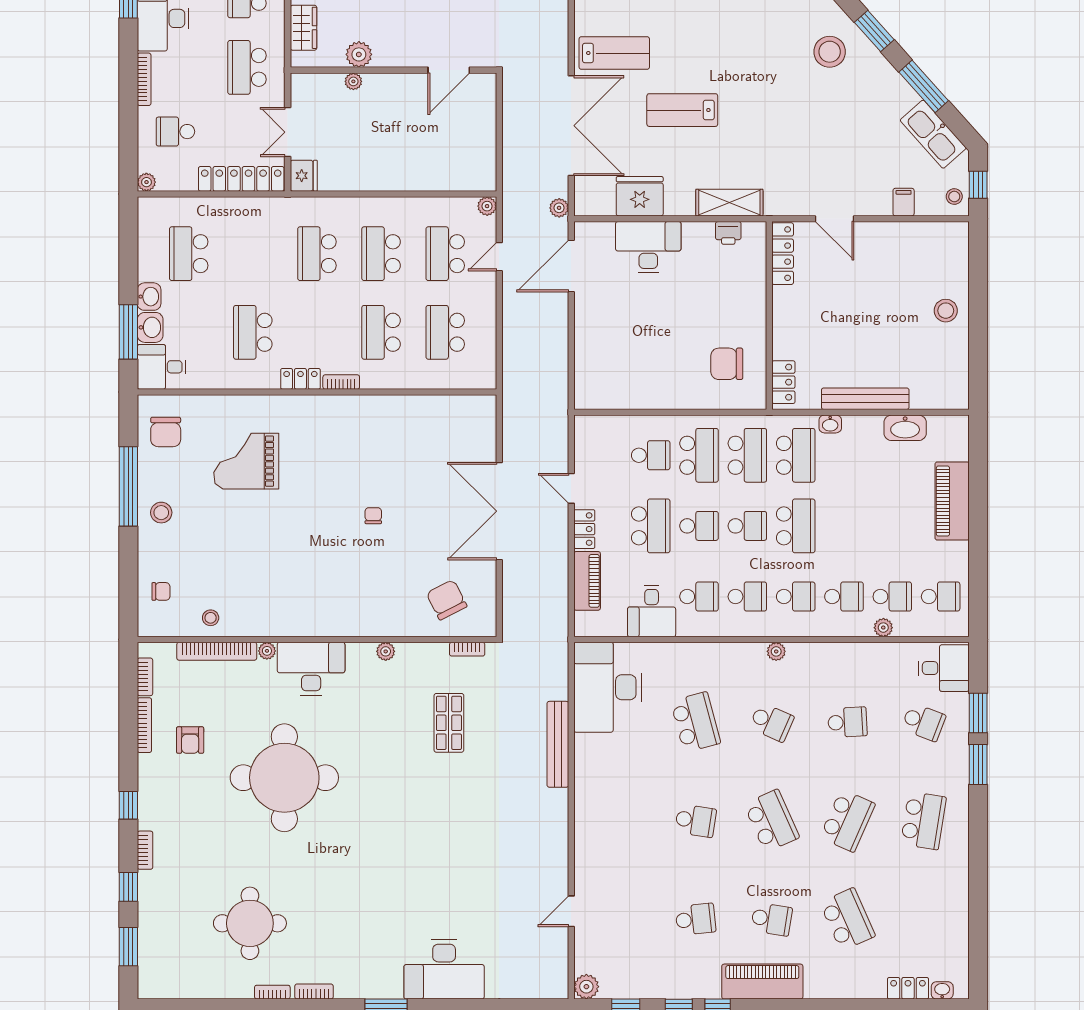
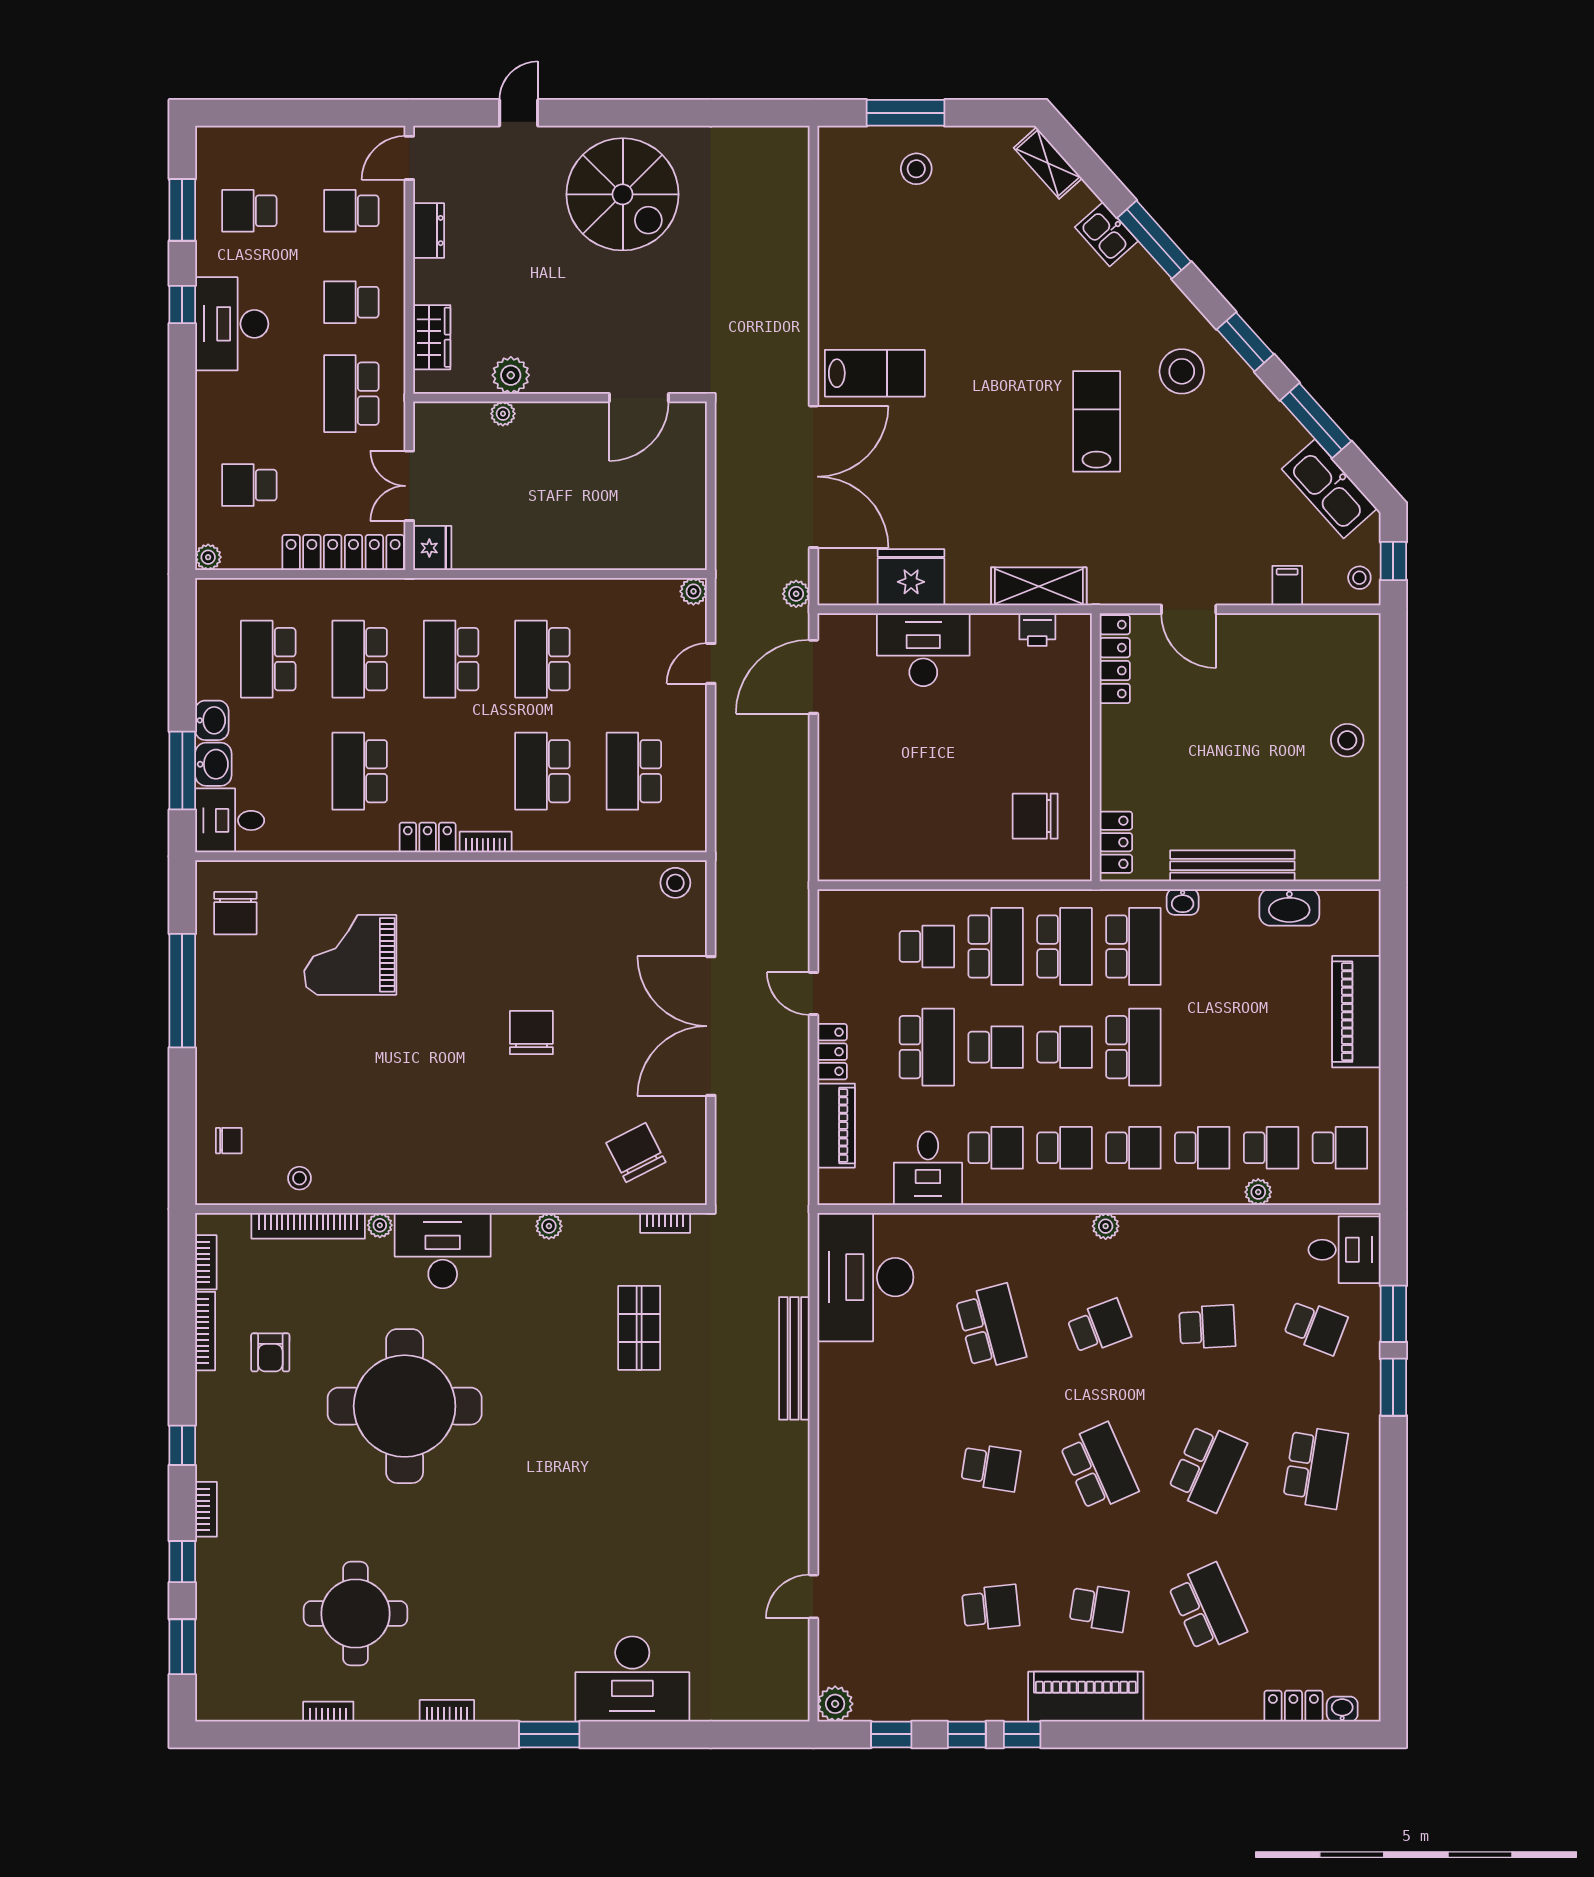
bookcase: (144, 79) -> (205, 411), removed
lab bench: (682, 110) -> (1097, 421), moved, turned 90
school desk: (445, 254) -> (360, 659), moved
stool: (161, 513) -> (675, 883), moved
chair: (373, 516) -> (531, 1033), width x1.87, depth x1.87
school desk: (772, 722) -> (1099, 1327), turned -45
bookcase: (272, 992) -> (328, 1712), moved

